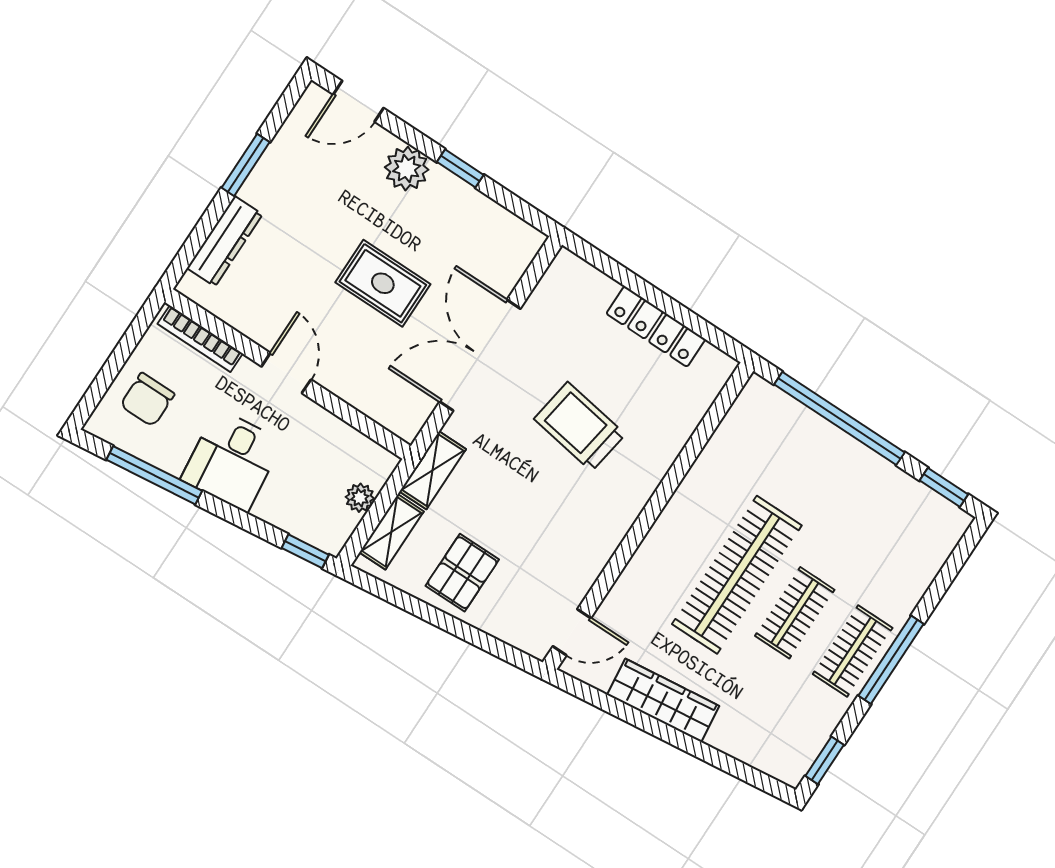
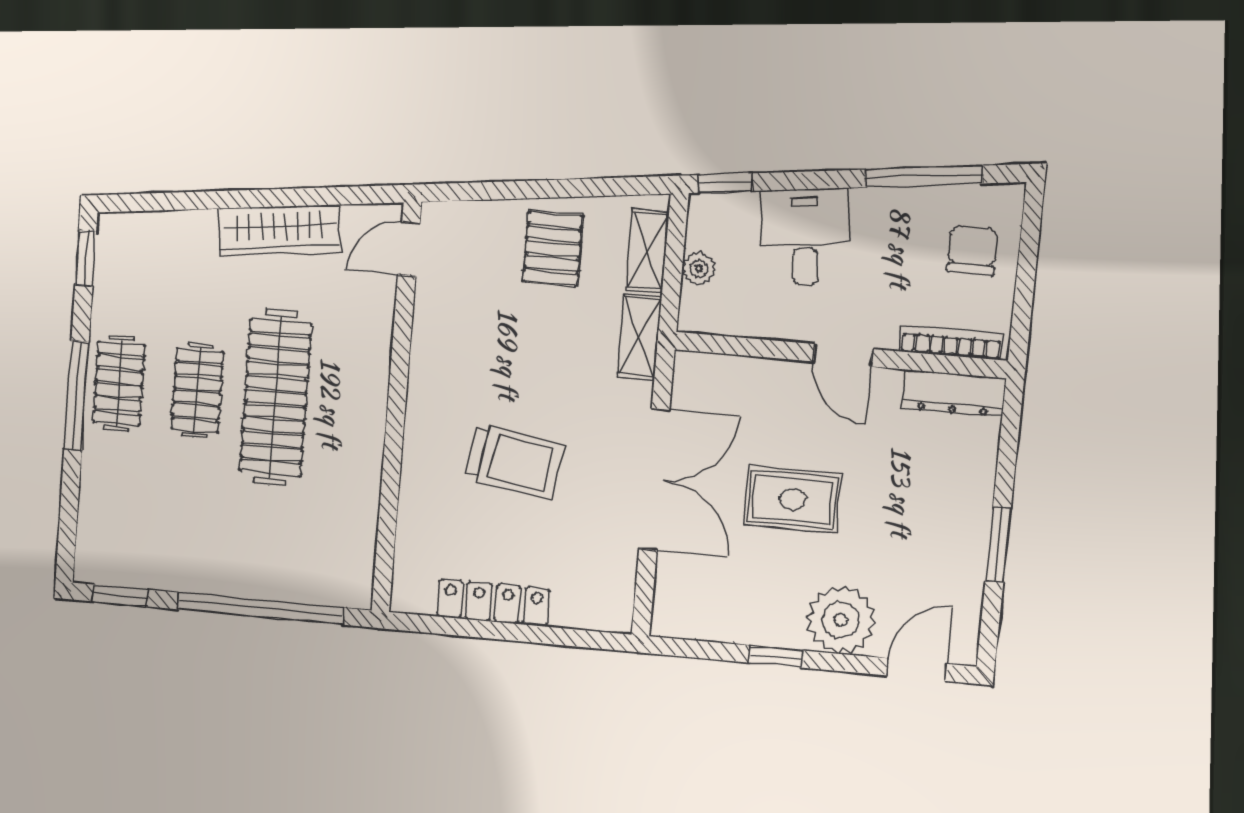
plant: (407, 169) -> (841, 620), width x1.36, depth x1.36
dresser: (225, 241) -> (954, 393), moved, turned -90
desk: (232, 460) -> (805, 237), moved

